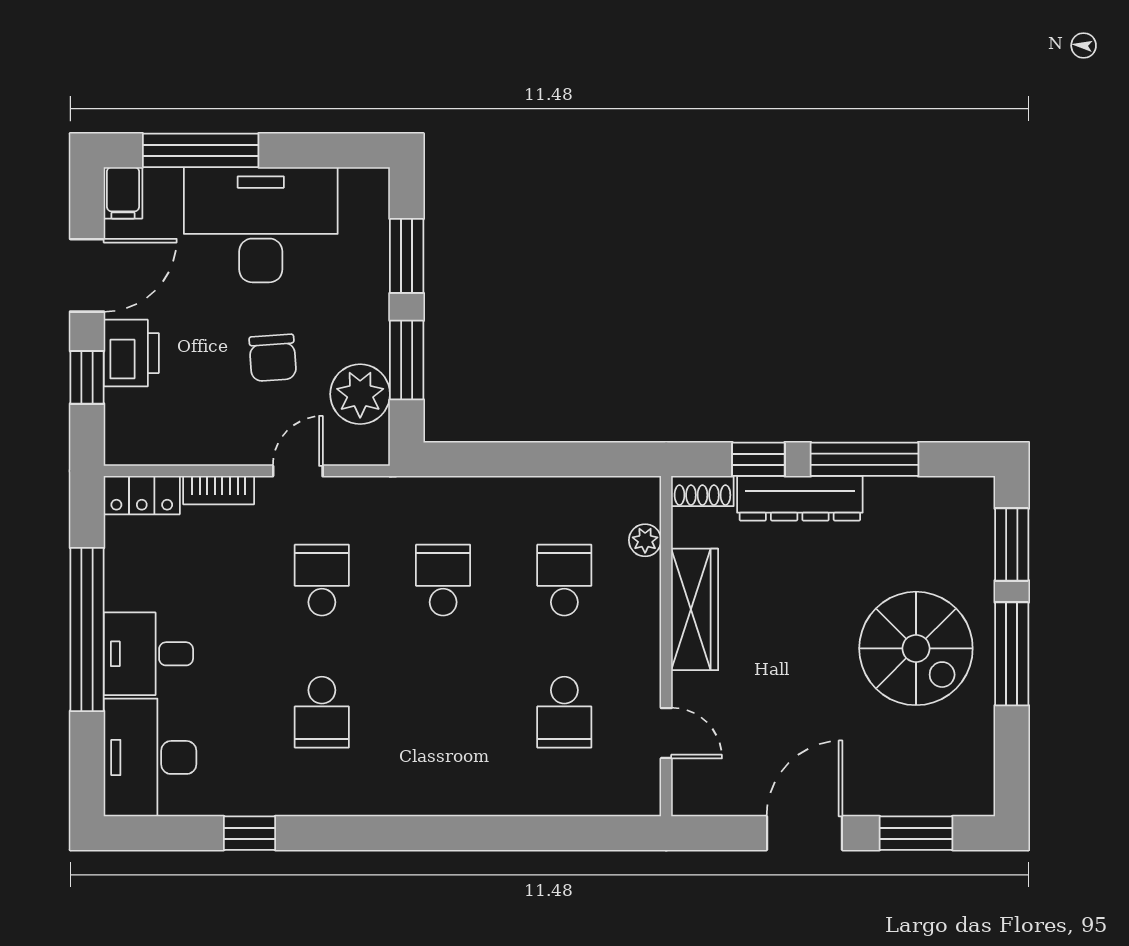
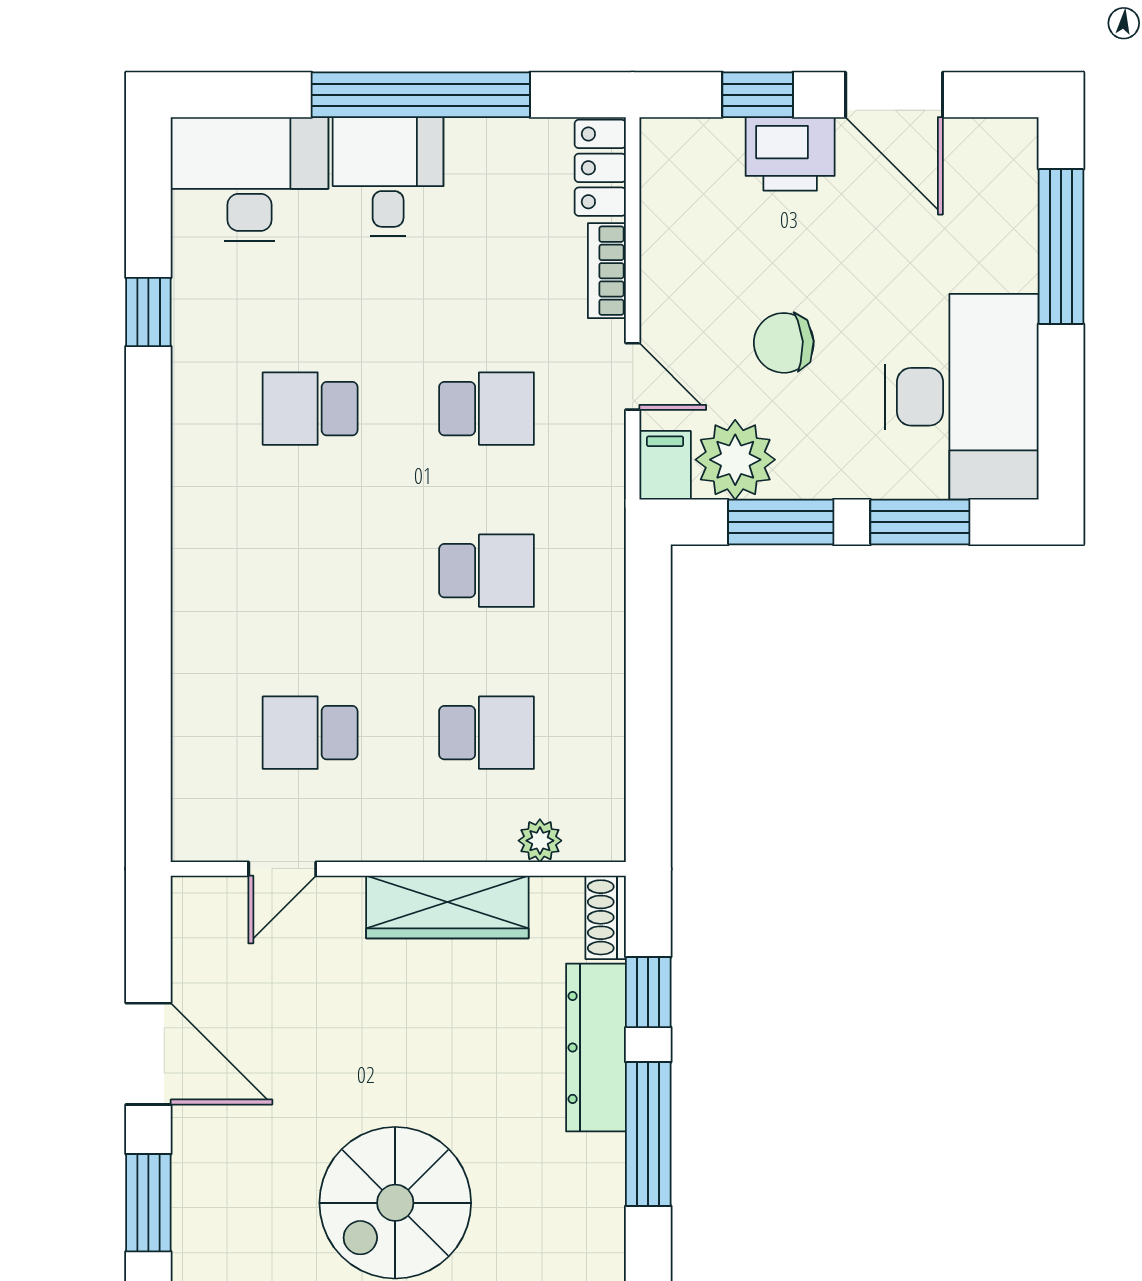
filing cabinet: (123, 193) -> (665, 465), moved, turned 90
desk: (261, 225) -> (962, 397), moved

